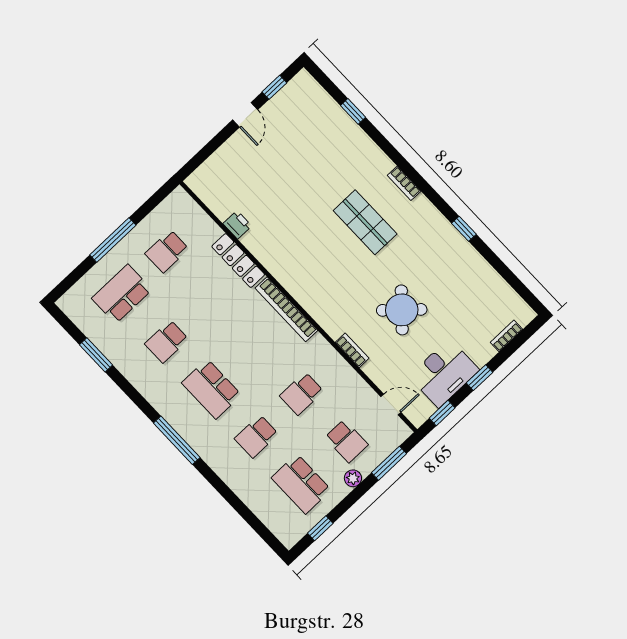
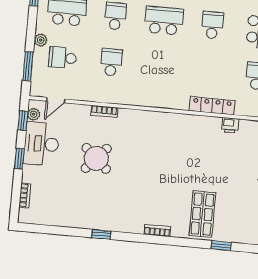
shop shelf: (365, 222) -> (202, 214), moved, turned 90
bookcase: (286, 309) -> (161, 102), removed
plant: (426, 410) -> (34, 114), added

